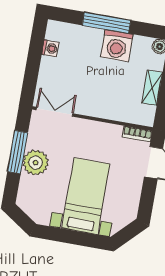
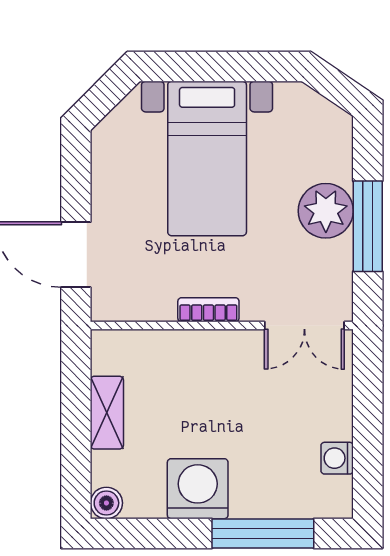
window: (106, 23) -> (263, 534), moved
bookcase: (137, 134) -> (208, 310), moved

